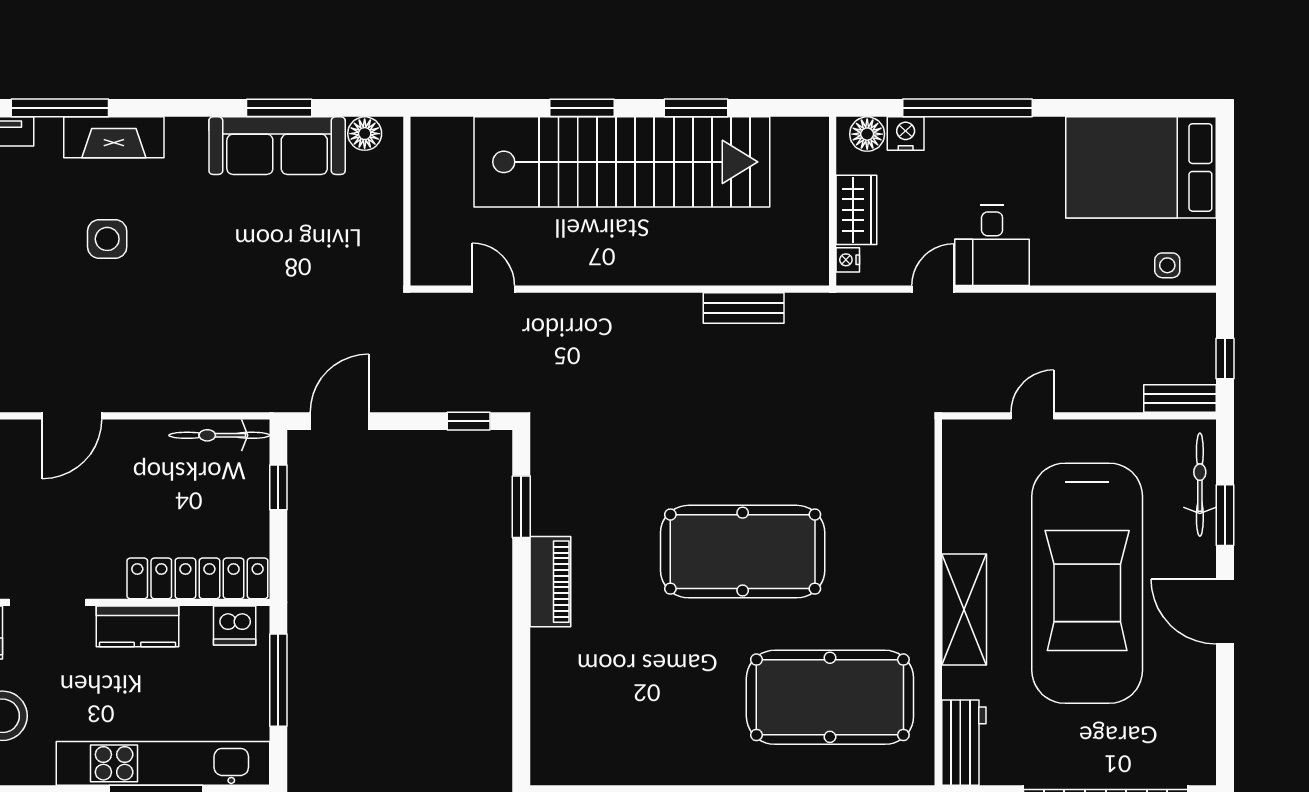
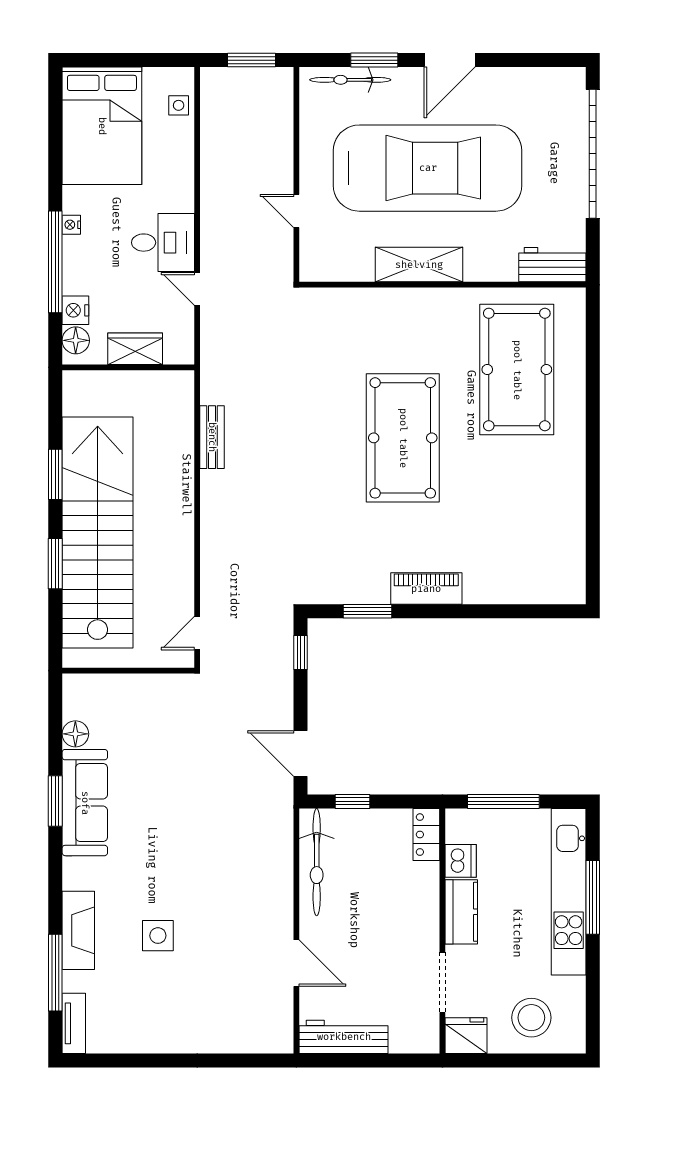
wall: (407, 201) -> (128, 671), moved
nightstand: (848, 260) -> (71, 225), moved, turned 90
window: (1225, 359) -> (252, 60), width x1.50
bench: (1180, 399) -> (283, 95), removed
bicycle: (219, 435) -> (317, 862), width x1.37, depth x1.40
locker: (197, 578) -> (426, 835), width x0.46, depth x0.83
shelving: (964, 609) -> (419, 265), moved
dishwasher: (235, 626) -> (461, 861), moved

